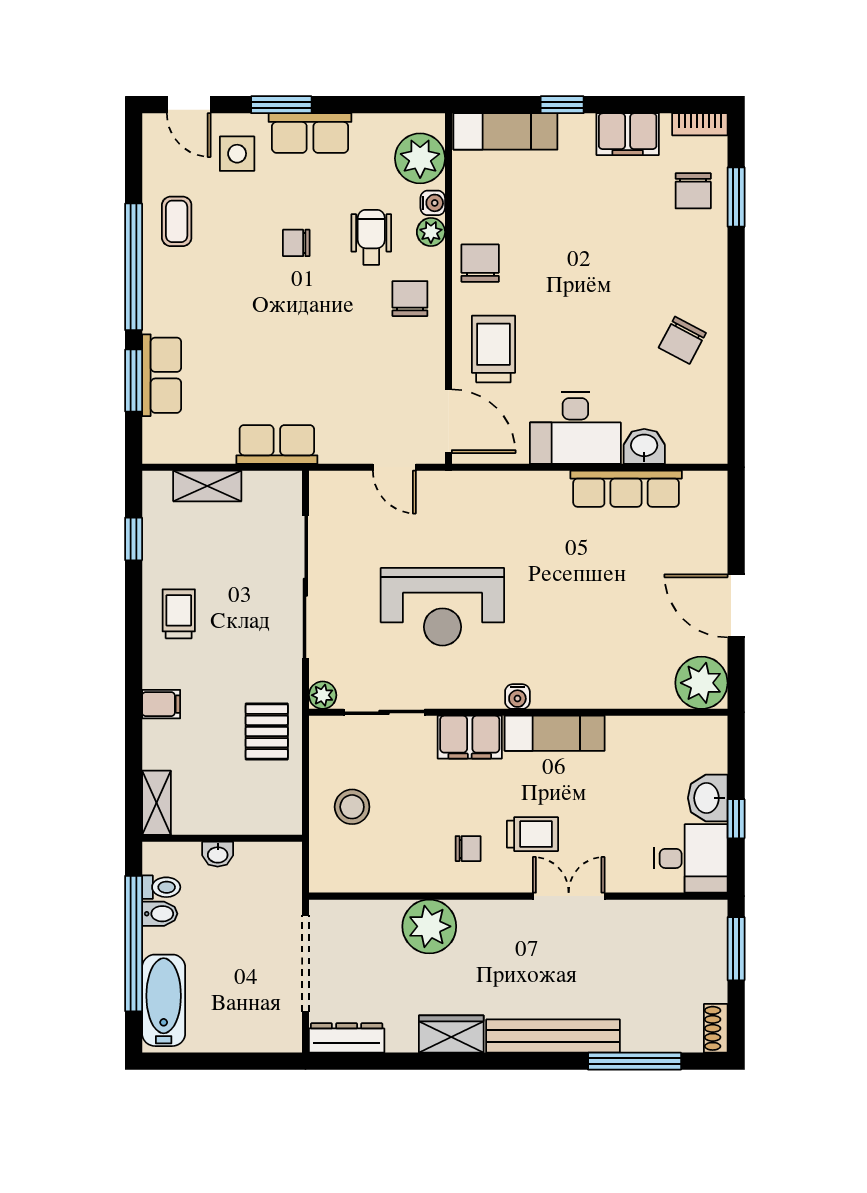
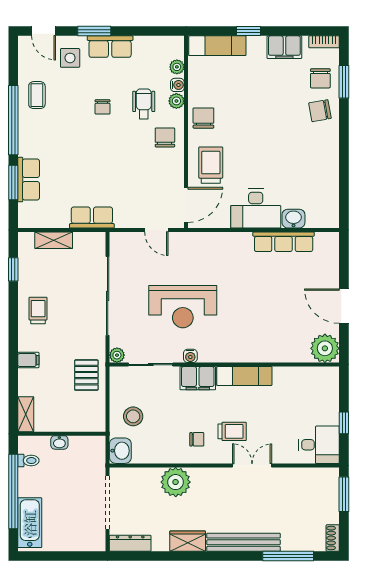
plant: (420, 158) -> (177, 67), width x0.53, depth x0.53
chair: (296, 243) -> (103, 107), turned -90
chair: (682, 340) -> (320, 111), moved, turned 52
door: (448, 421) -> (186, 205), hinge flipped
water cooler: (517, 697) -> (190, 356), moved
washbasin: (708, 798) -> (120, 451), moved, turned 180
bidet: (160, 914) -> (28, 475), removed

